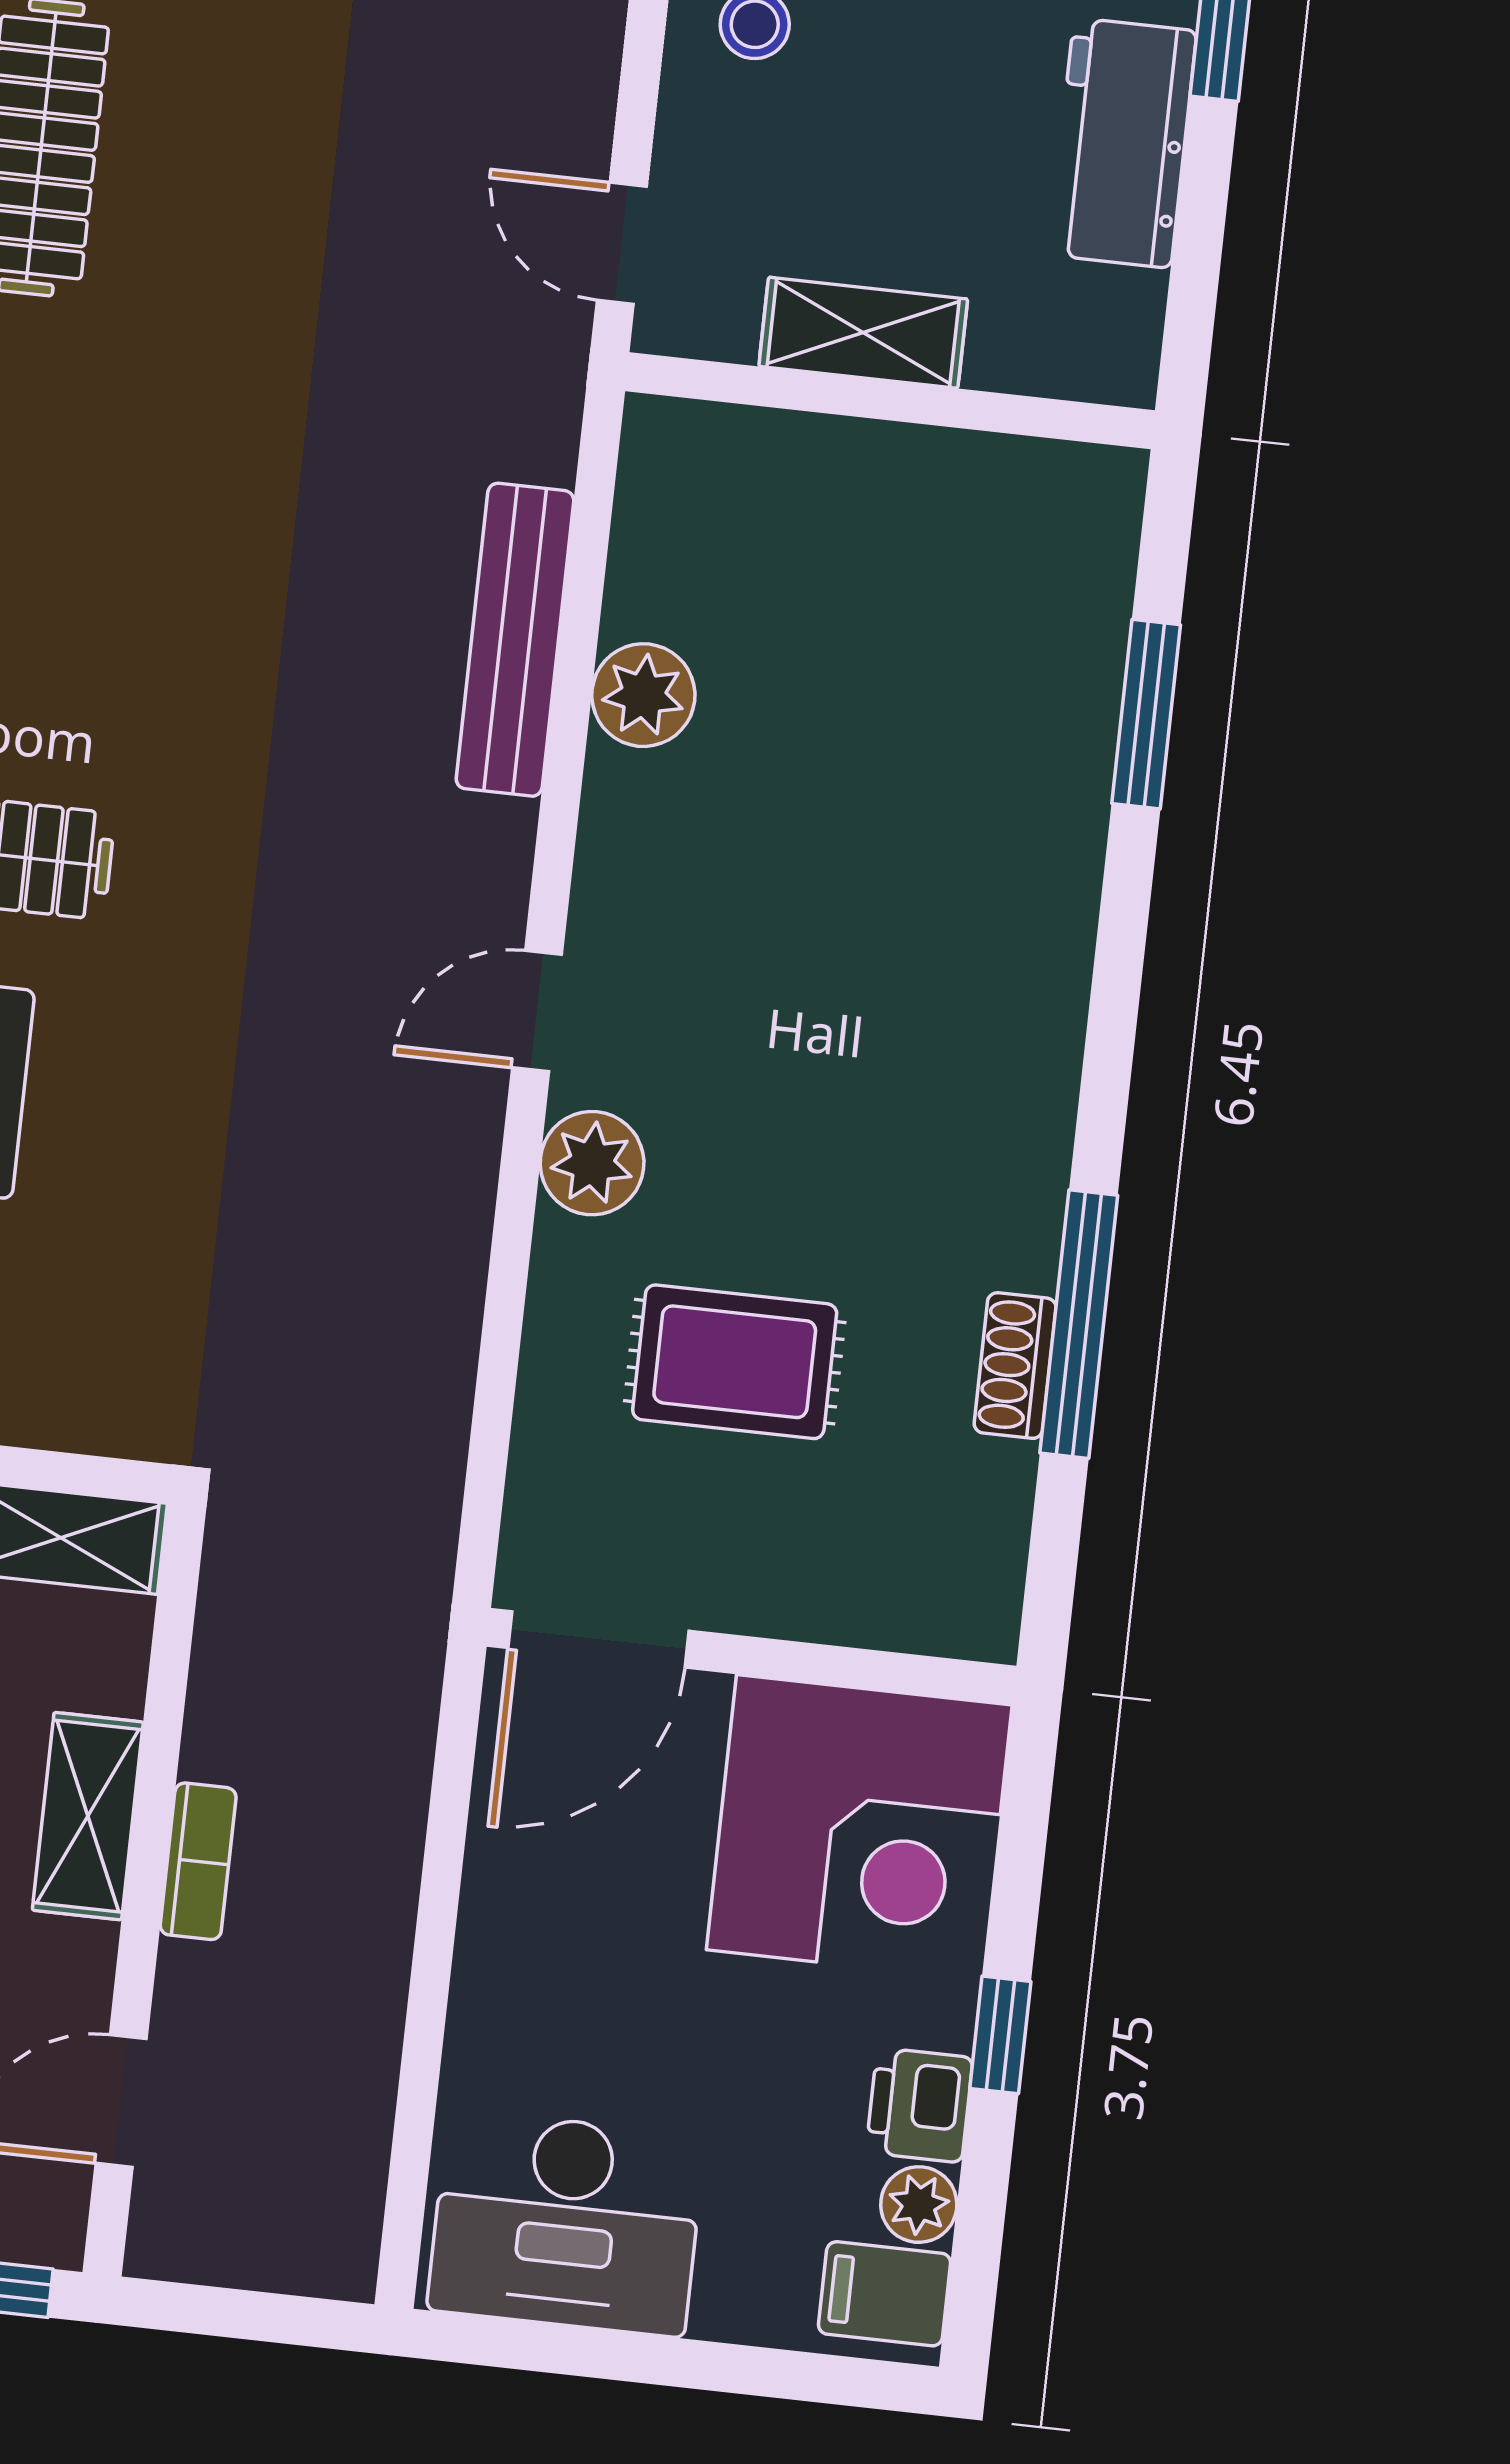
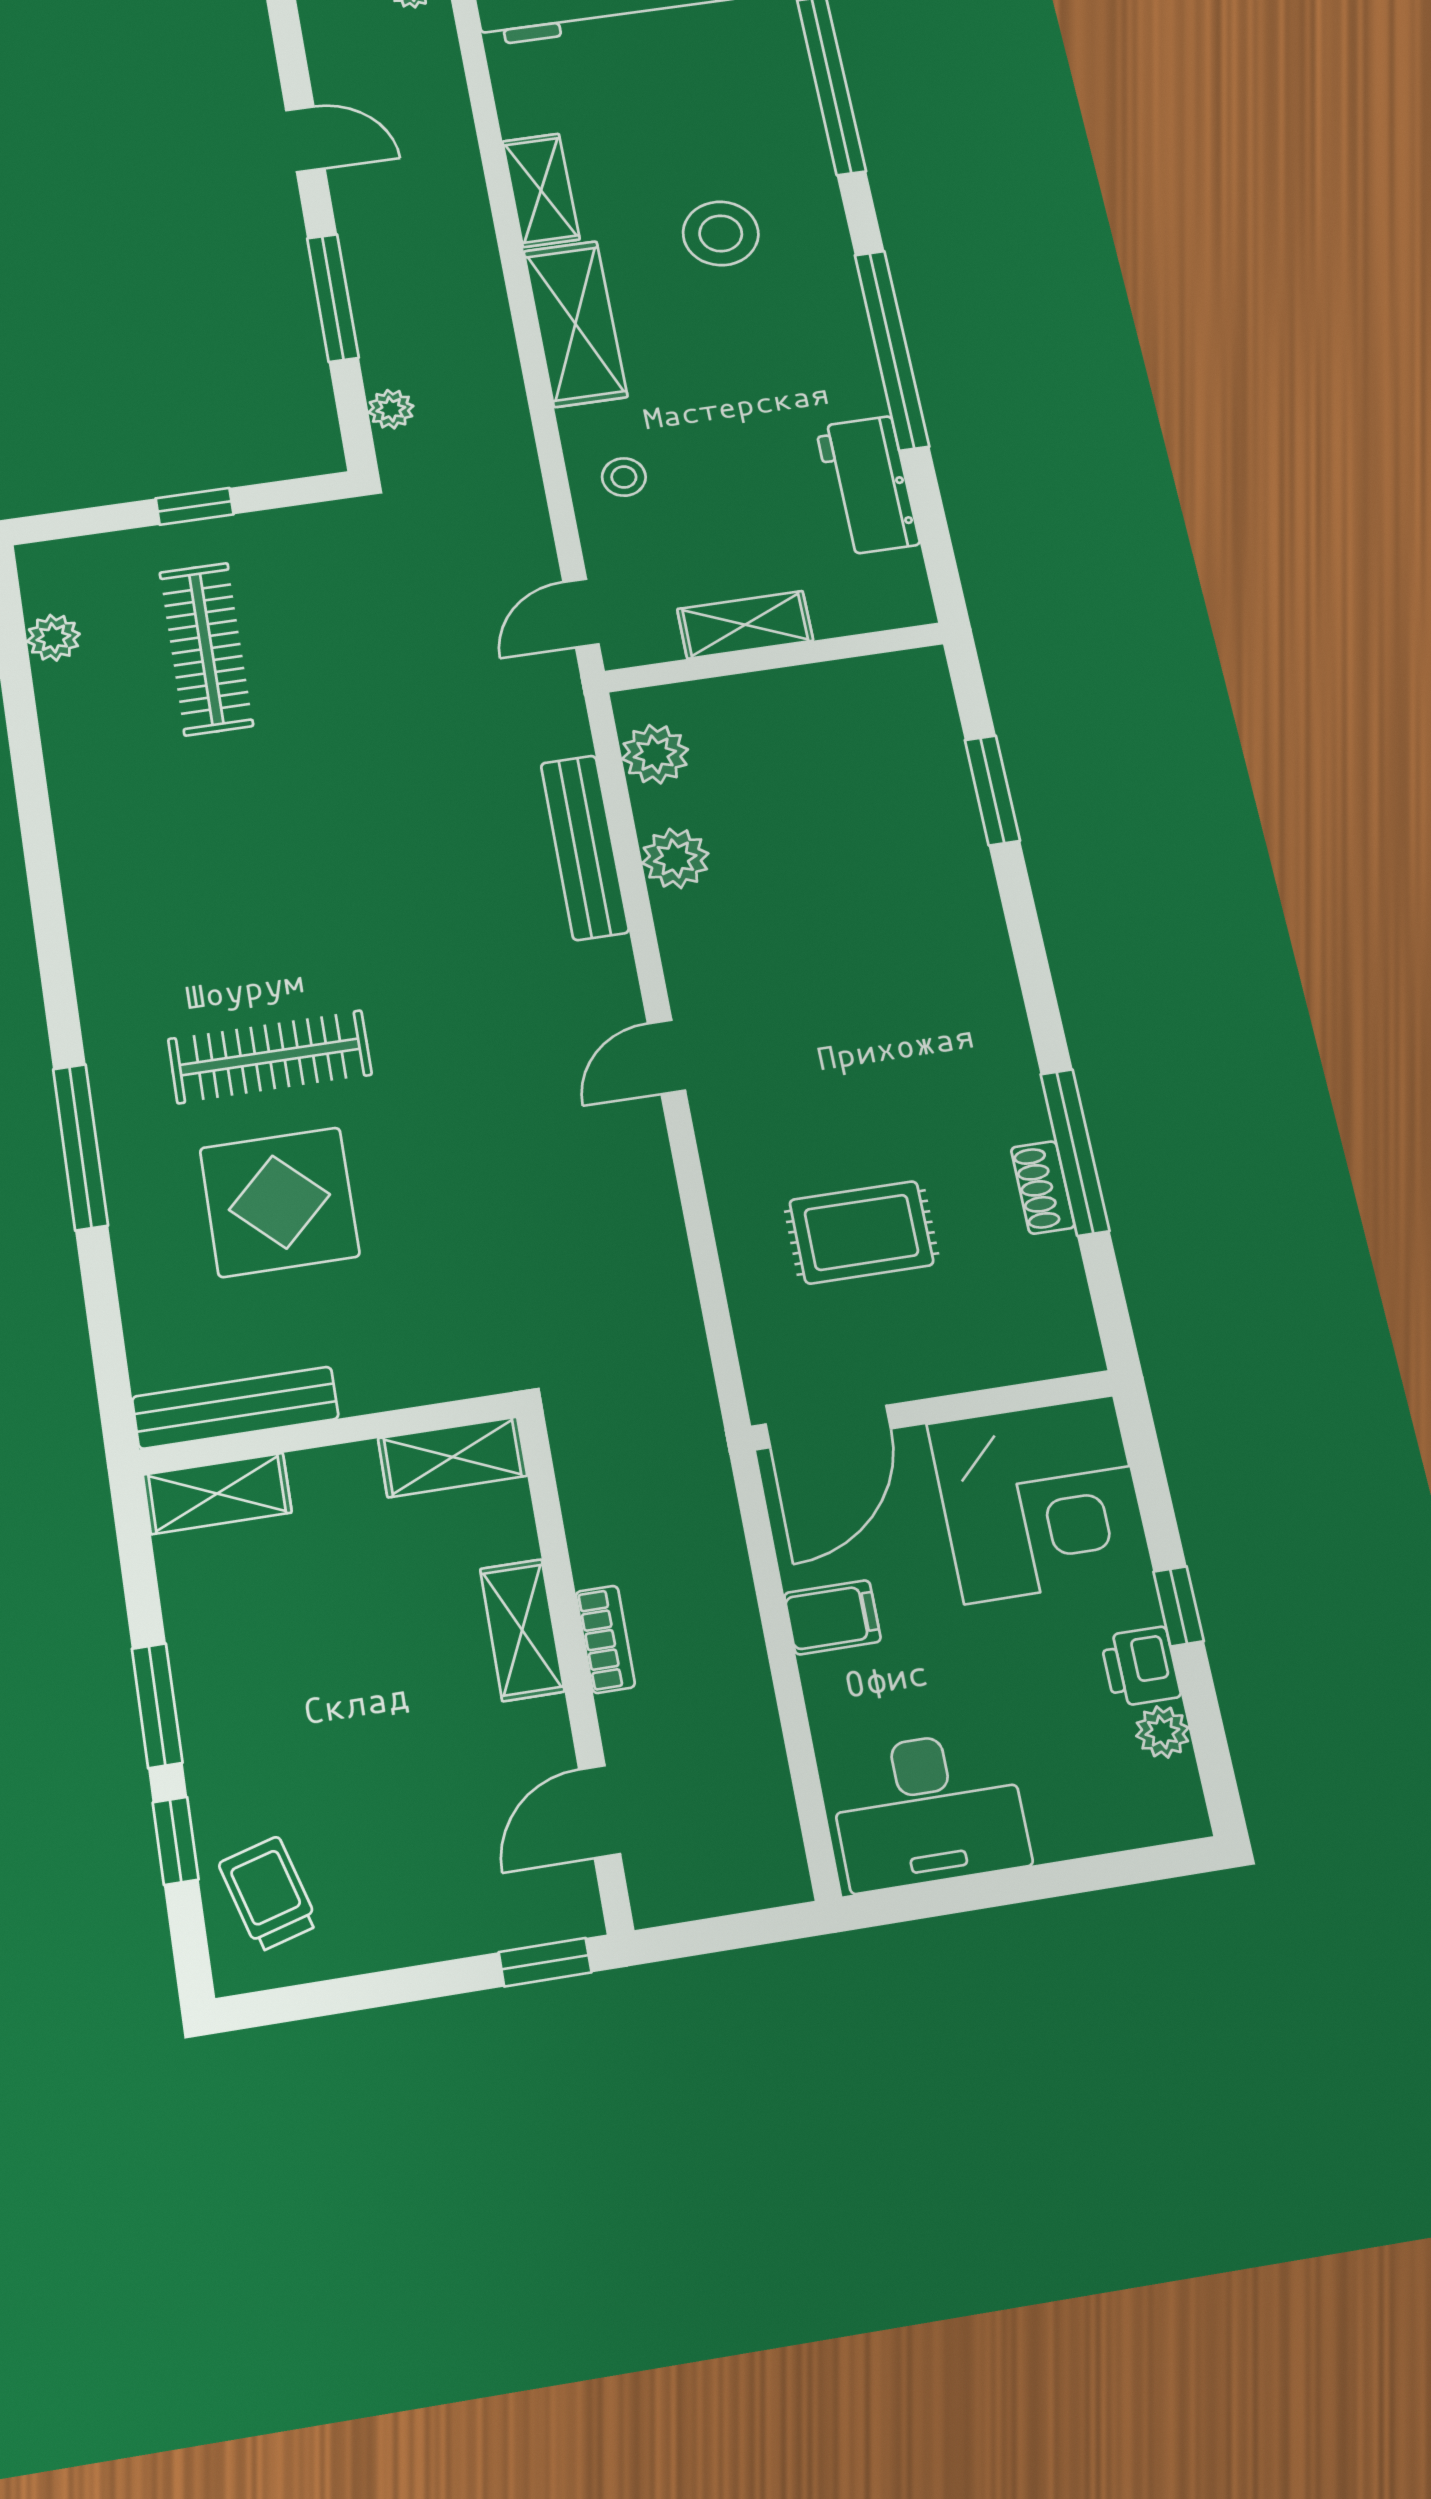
door: (622, 243) -> (581, 613), hinge flipped
plant: (592, 1163) -> (655, 754), moved
filing cabinet: (885, 2294) -> (832, 1617), moved, turned 180

